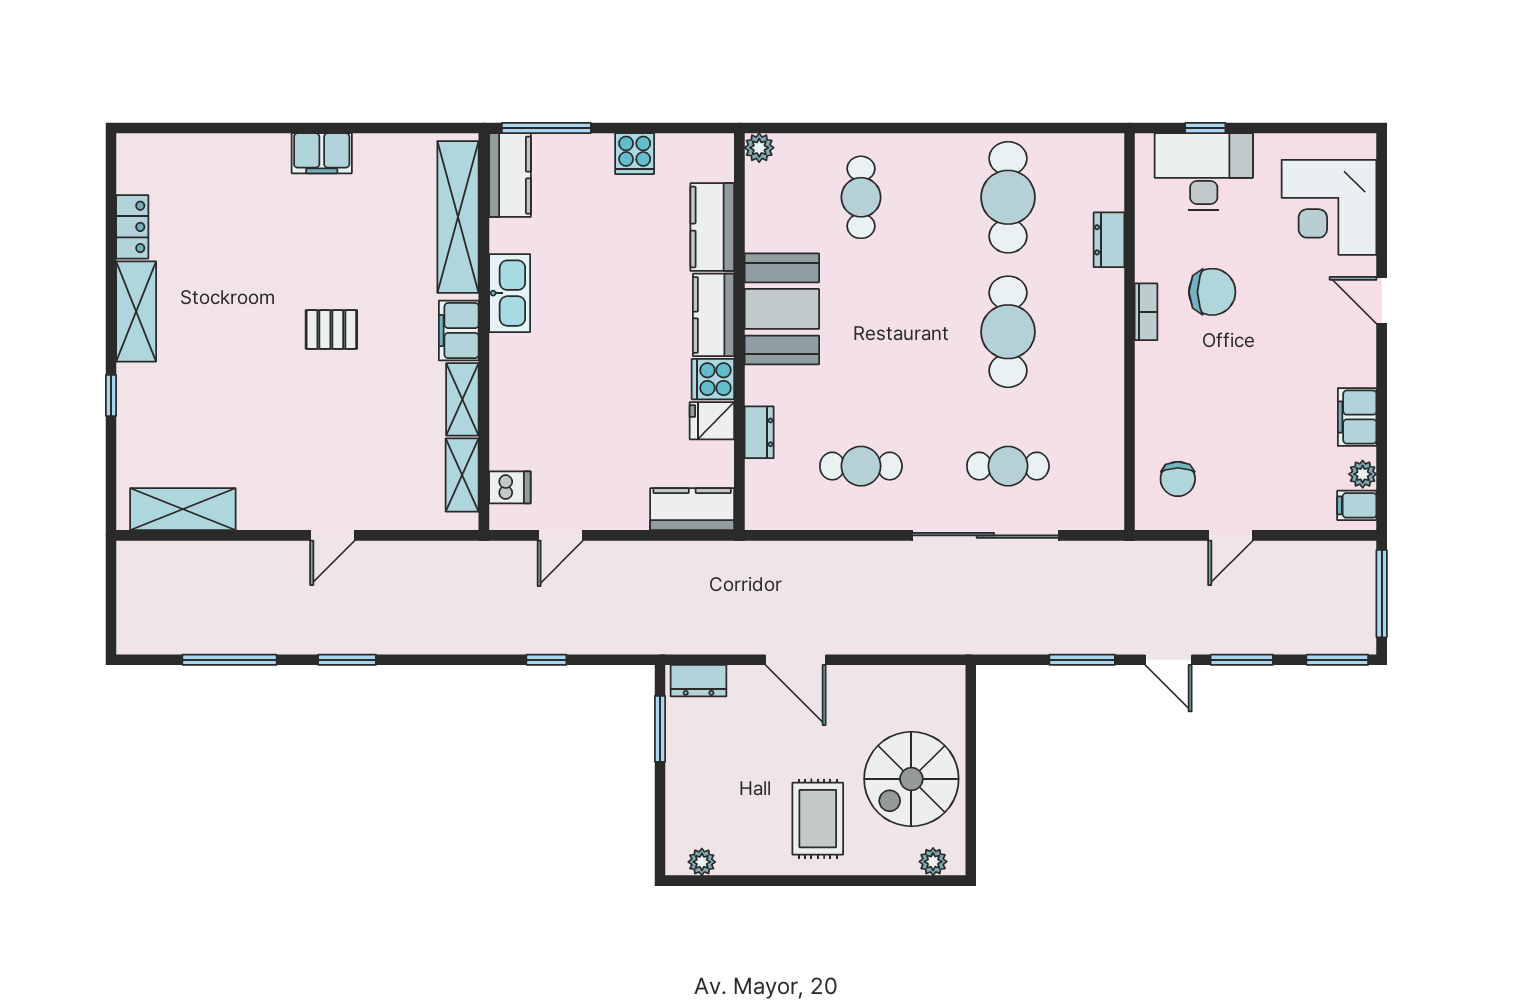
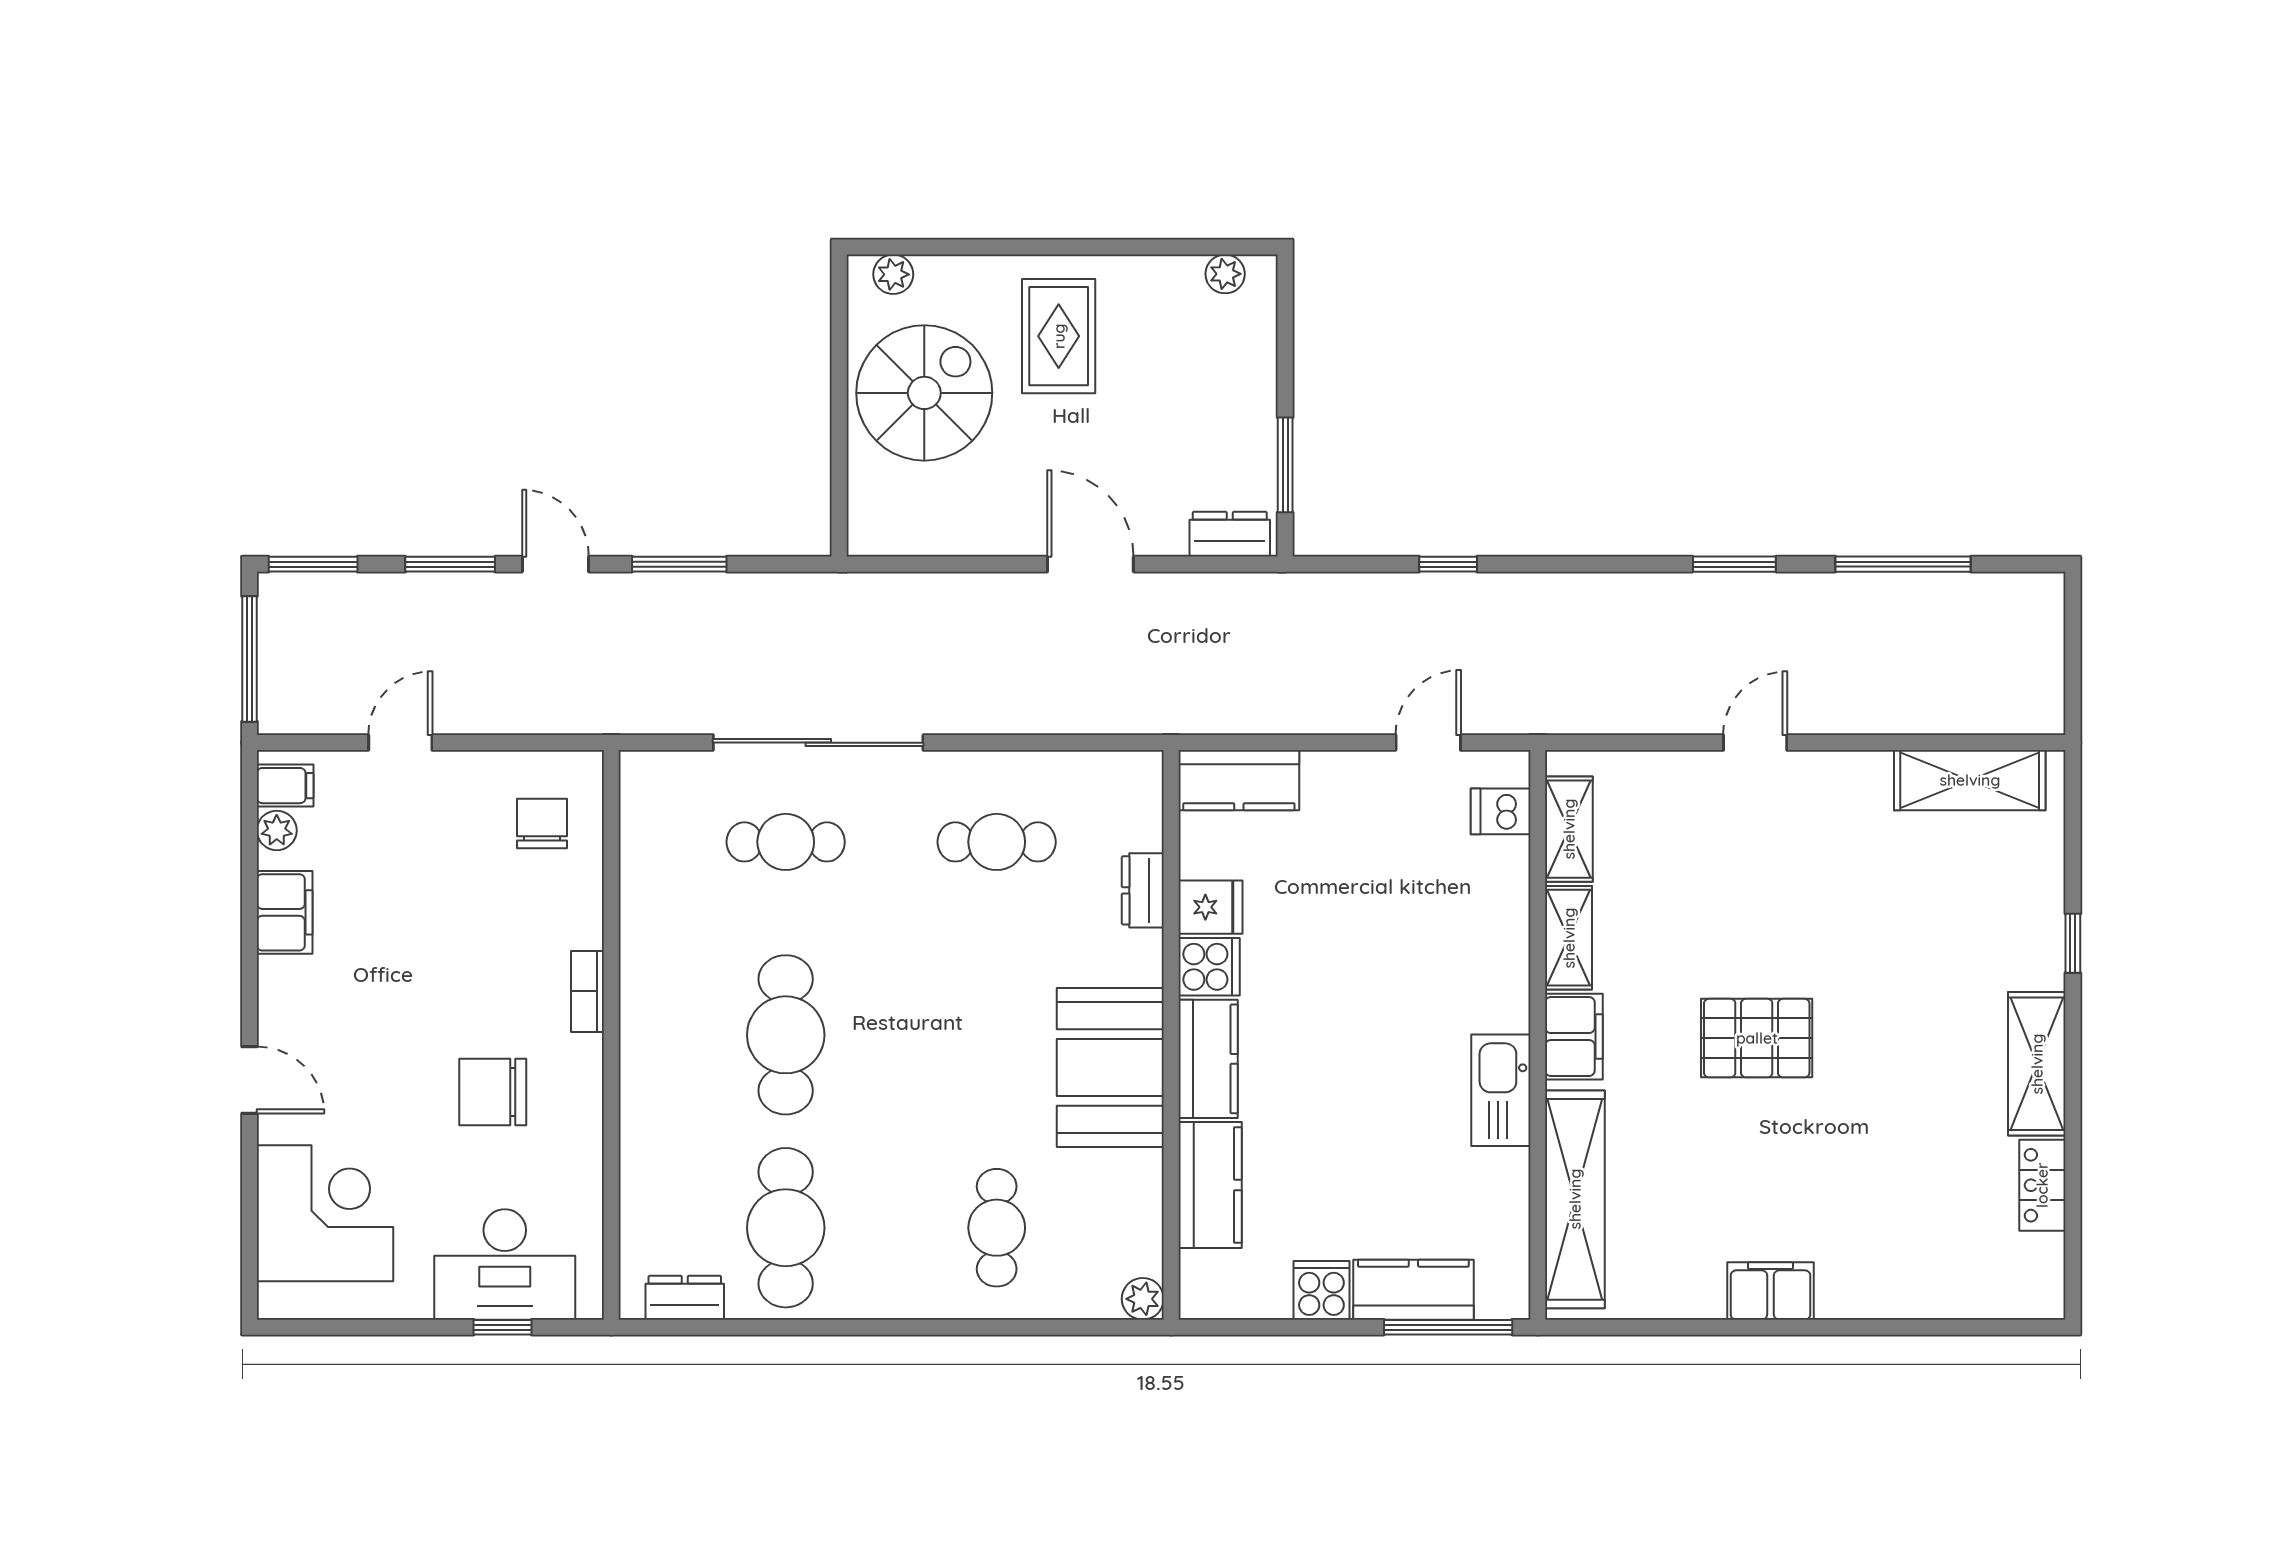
kitchen counter: (510, 175) -> (1413, 1290), moved, turned 90
dresser: (1109, 240) -> (685, 1298), moved, turned -90
bookcase: (1146, 312) -> (588, 991), moved
pallet: (331, 329) -> (1757, 1038), width x1.50, depth x1.42
door: (1231, 535) -> (400, 743), moved

